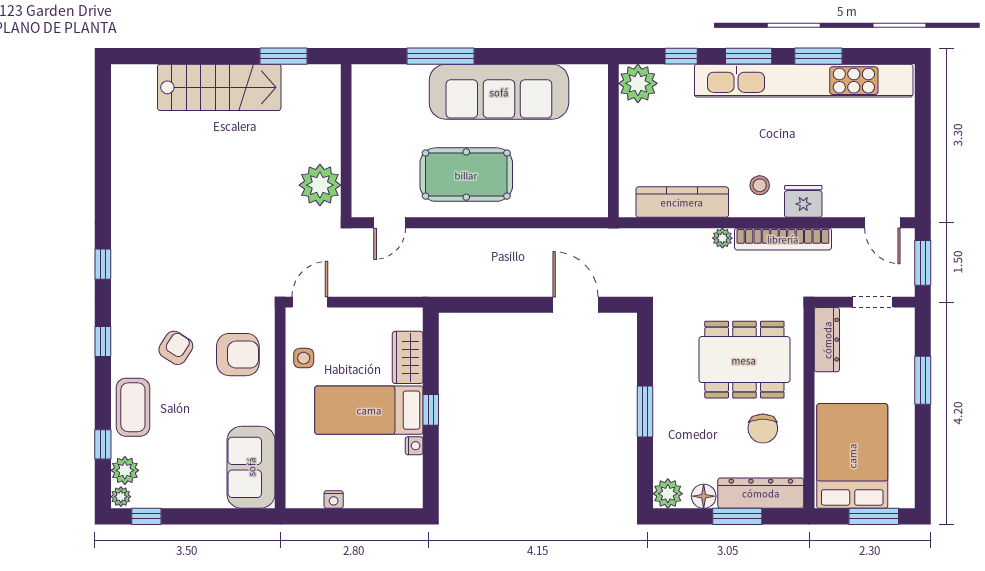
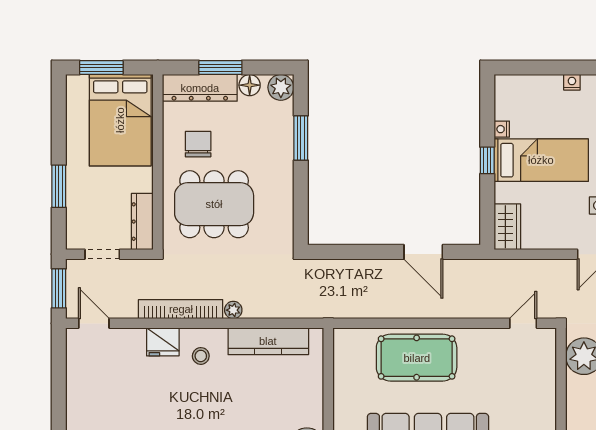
pool table: (466, 175) -> (417, 358), moved
door: (576, 305) -> (423, 252), moved
wardrobe: (408, 357) -> (507, 227), moved
window: (645, 412) -> (301, 138), moved

